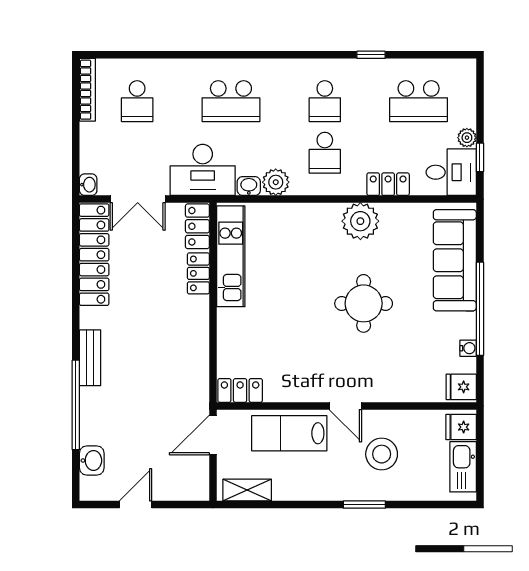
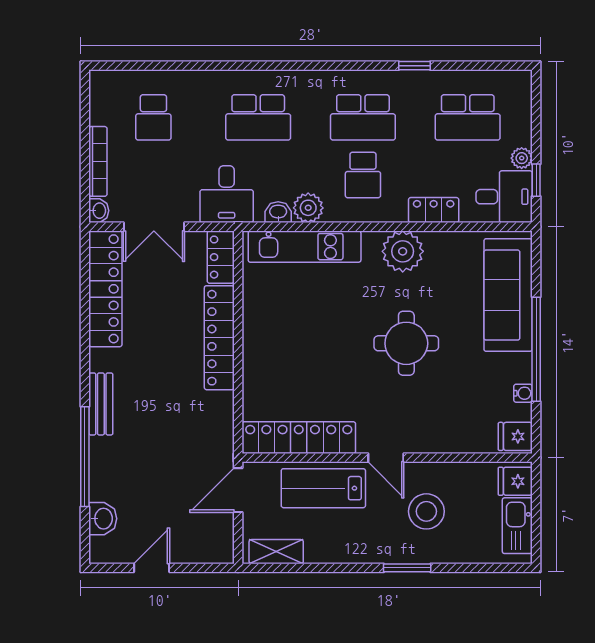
bookcase: (87, 90) -> (98, 161), moved
school desk: (325, 101) -> (363, 117), width x1.85
desk: (203, 170) -> (227, 194), width x0.73
kitchen unit: (231, 256) -> (305, 247), moved, turned 90
locker: (198, 273) -> (219, 338), width x2.16, depth x1.21
locker: (240, 390) -> (299, 438), width x2.16, depth x1.21

